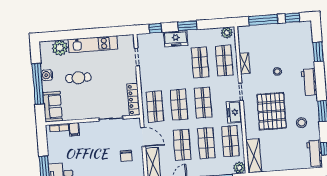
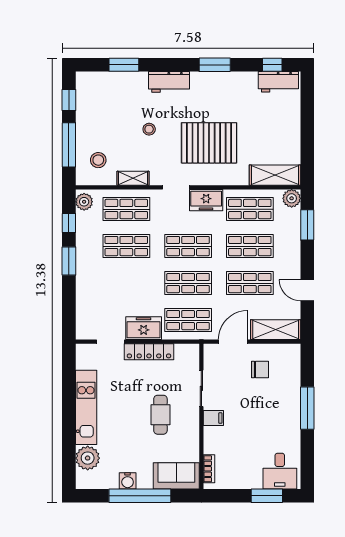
window: (155, 28) -> (69, 223), moved
freezer: (176, 39) -> (144, 328), moved, turned -90
cafe table: (78, 78) -> (160, 415), moved
locker: (133, 99) -> (149, 352), moved
stool: (302, 123) -> (98, 160), moved
filing cabinet: (74, 129) -> (213, 418), moved

